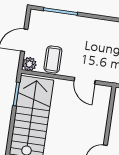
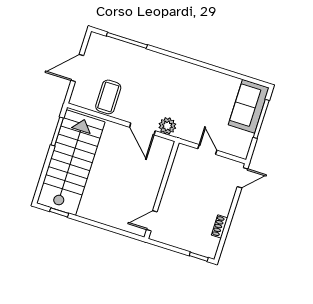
plant: (29, 64) -> (167, 126), moved

